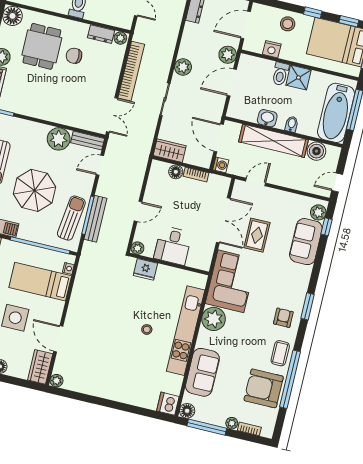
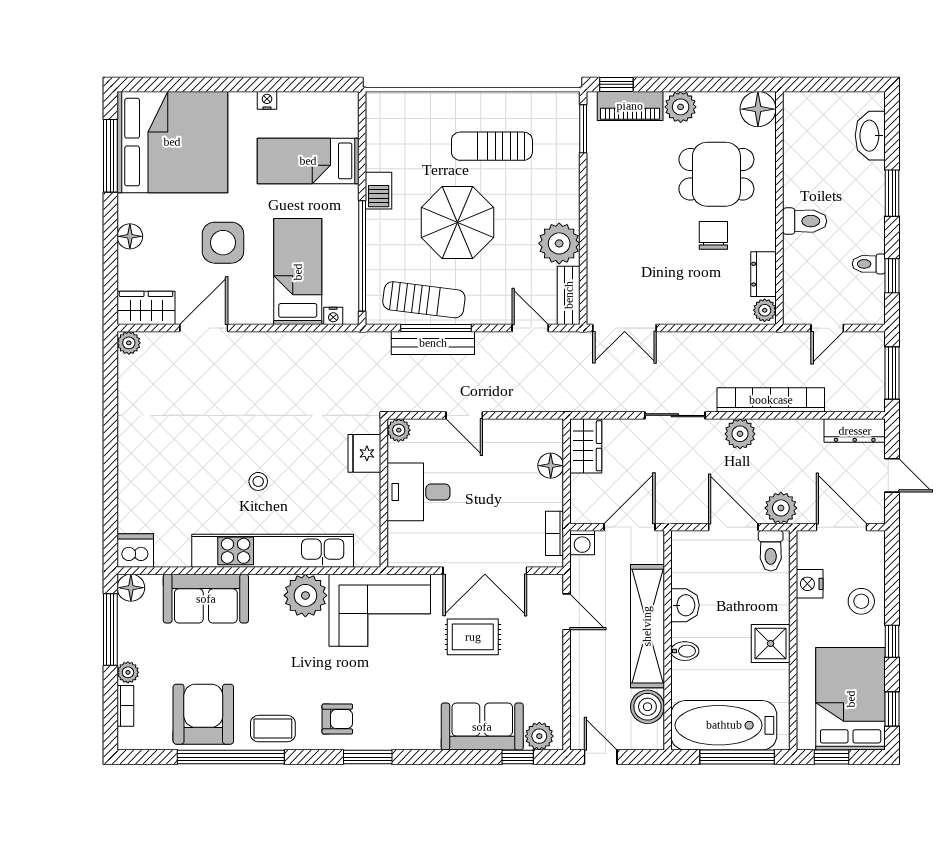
bookcase: (131, 71) -> (771, 400), moved, turned 180
toilet: (280, 74) -> (771, 551), moved, turned -90
bookcase: (196, 175) -> (555, 533), moved

